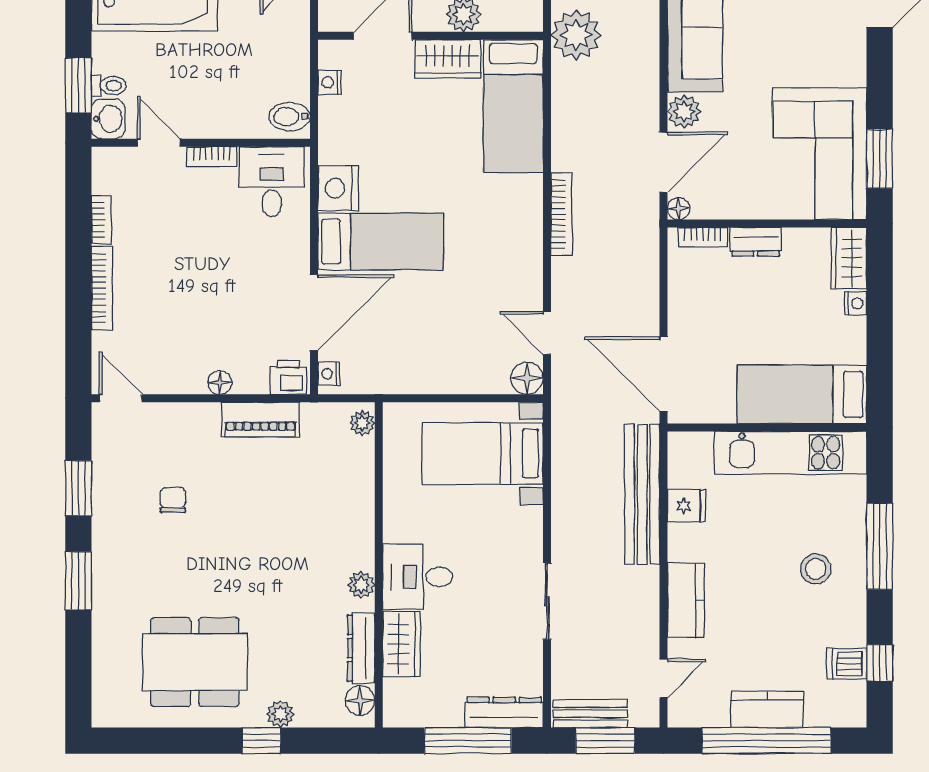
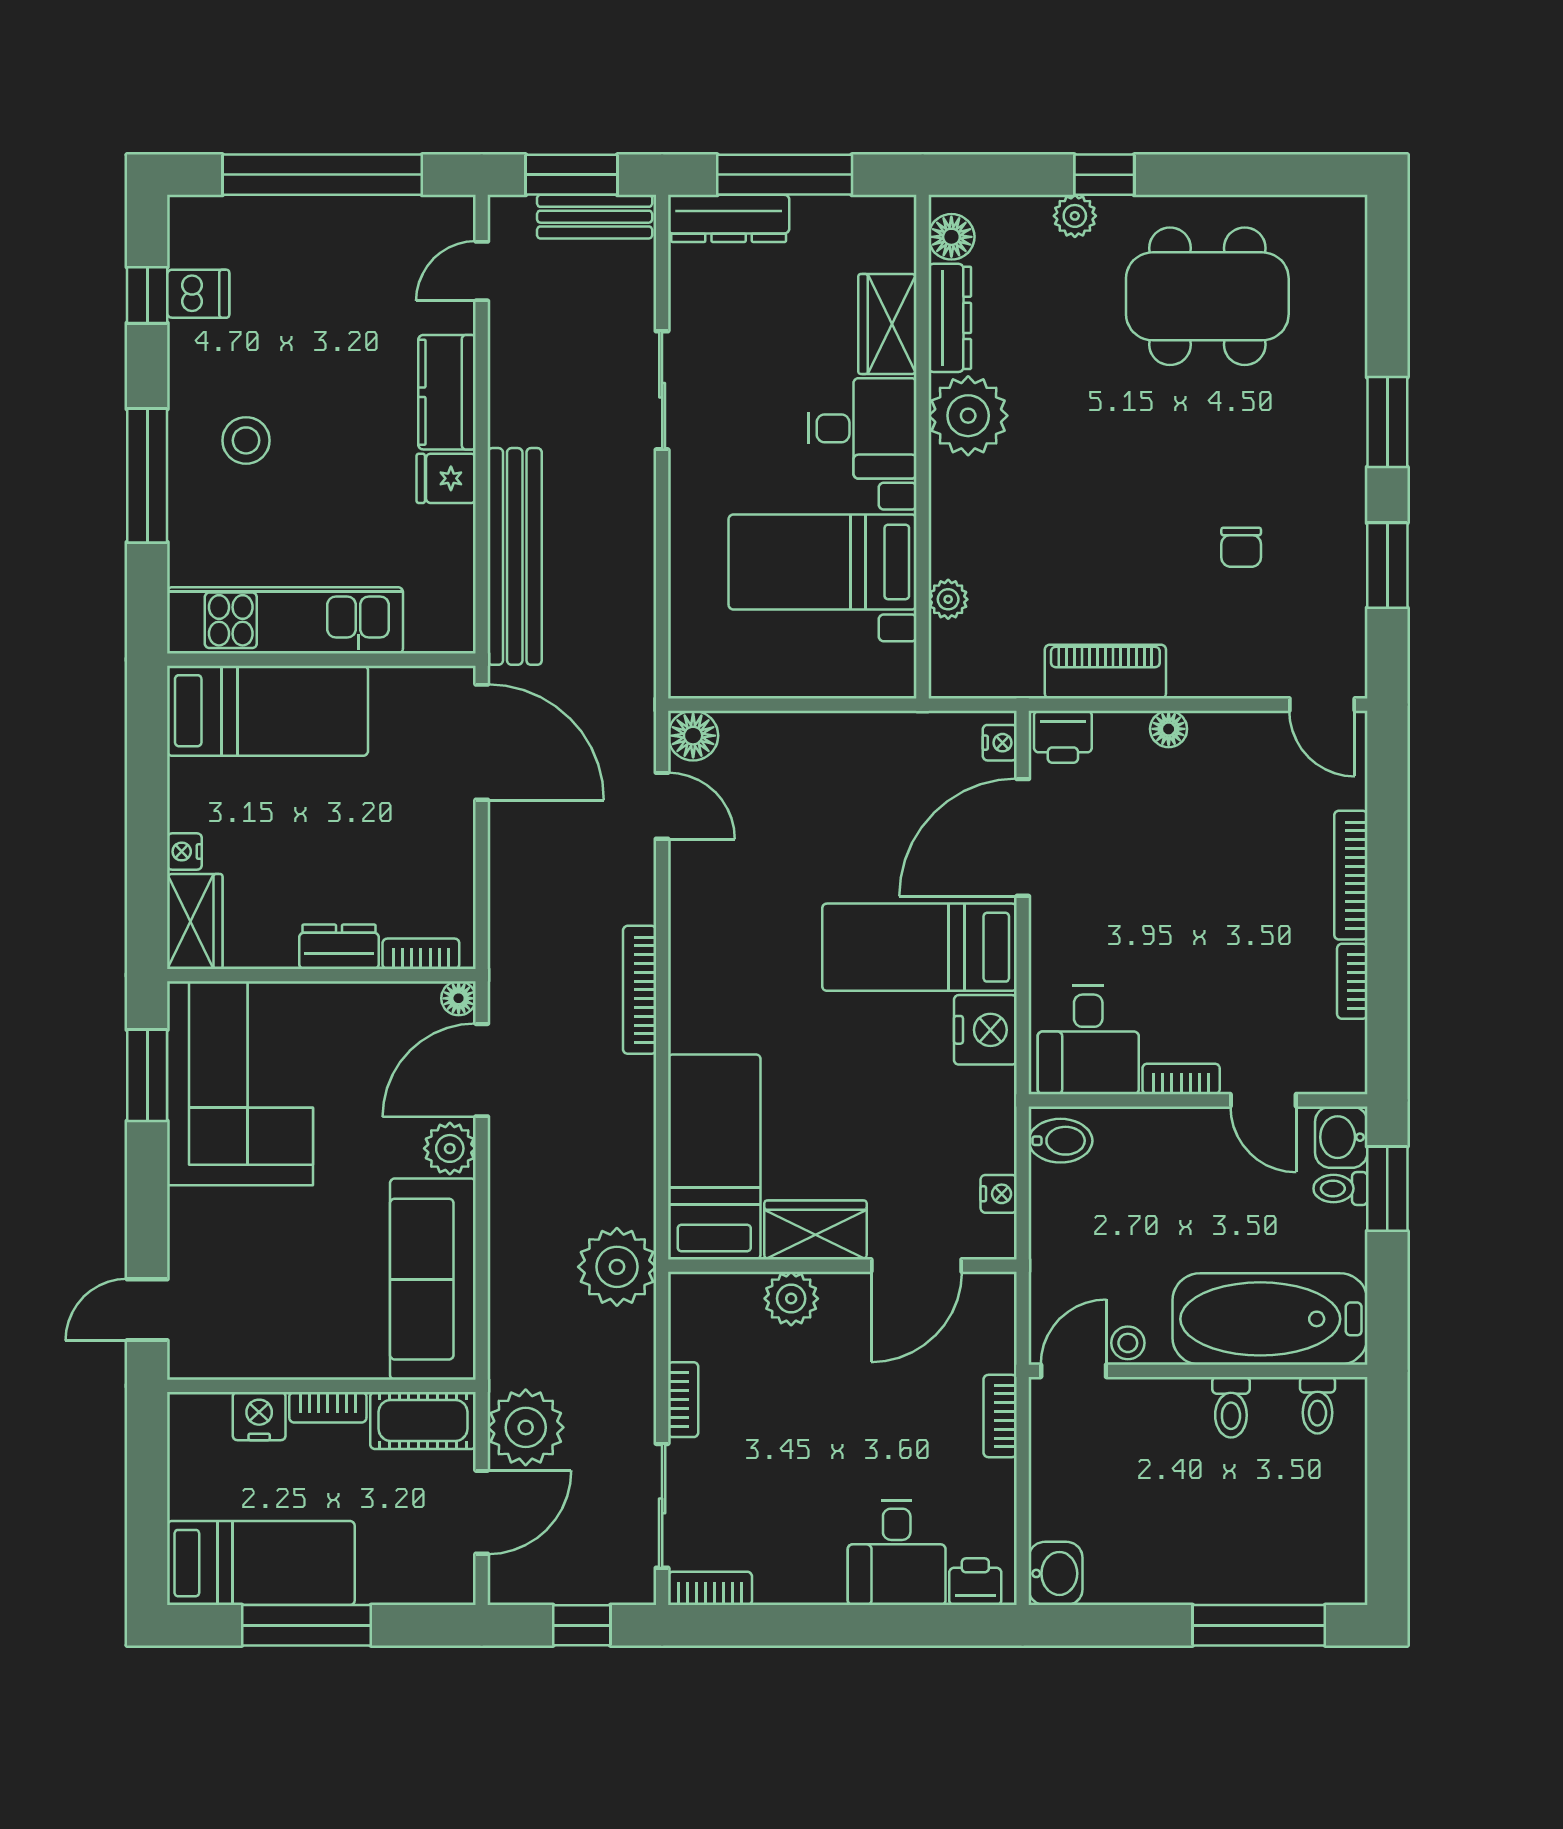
plant: (362, 423) -> (948, 599), moved
bed with nightstands: (482, 453) -> (823, 562), moved, turned 180
fridge: (686, 506) -> (446, 478), moved
plant: (361, 585) -> (968, 416), width x1.87, depth x1.87
kitchen counter: (767, 709) -> (321, 223), removed

